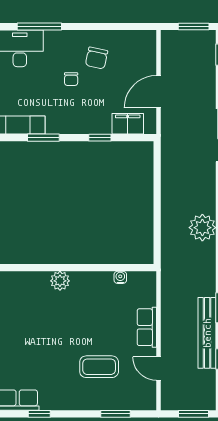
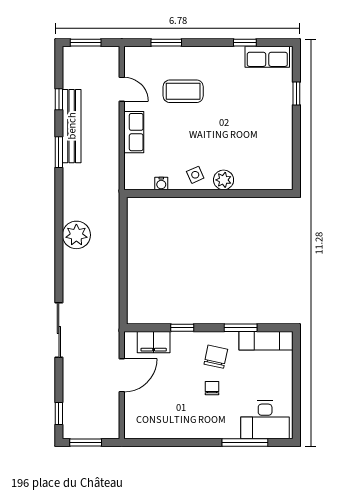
chair: (97, 58) -> (216, 357), moved
side table: (87, 286) -> (195, 175), added

